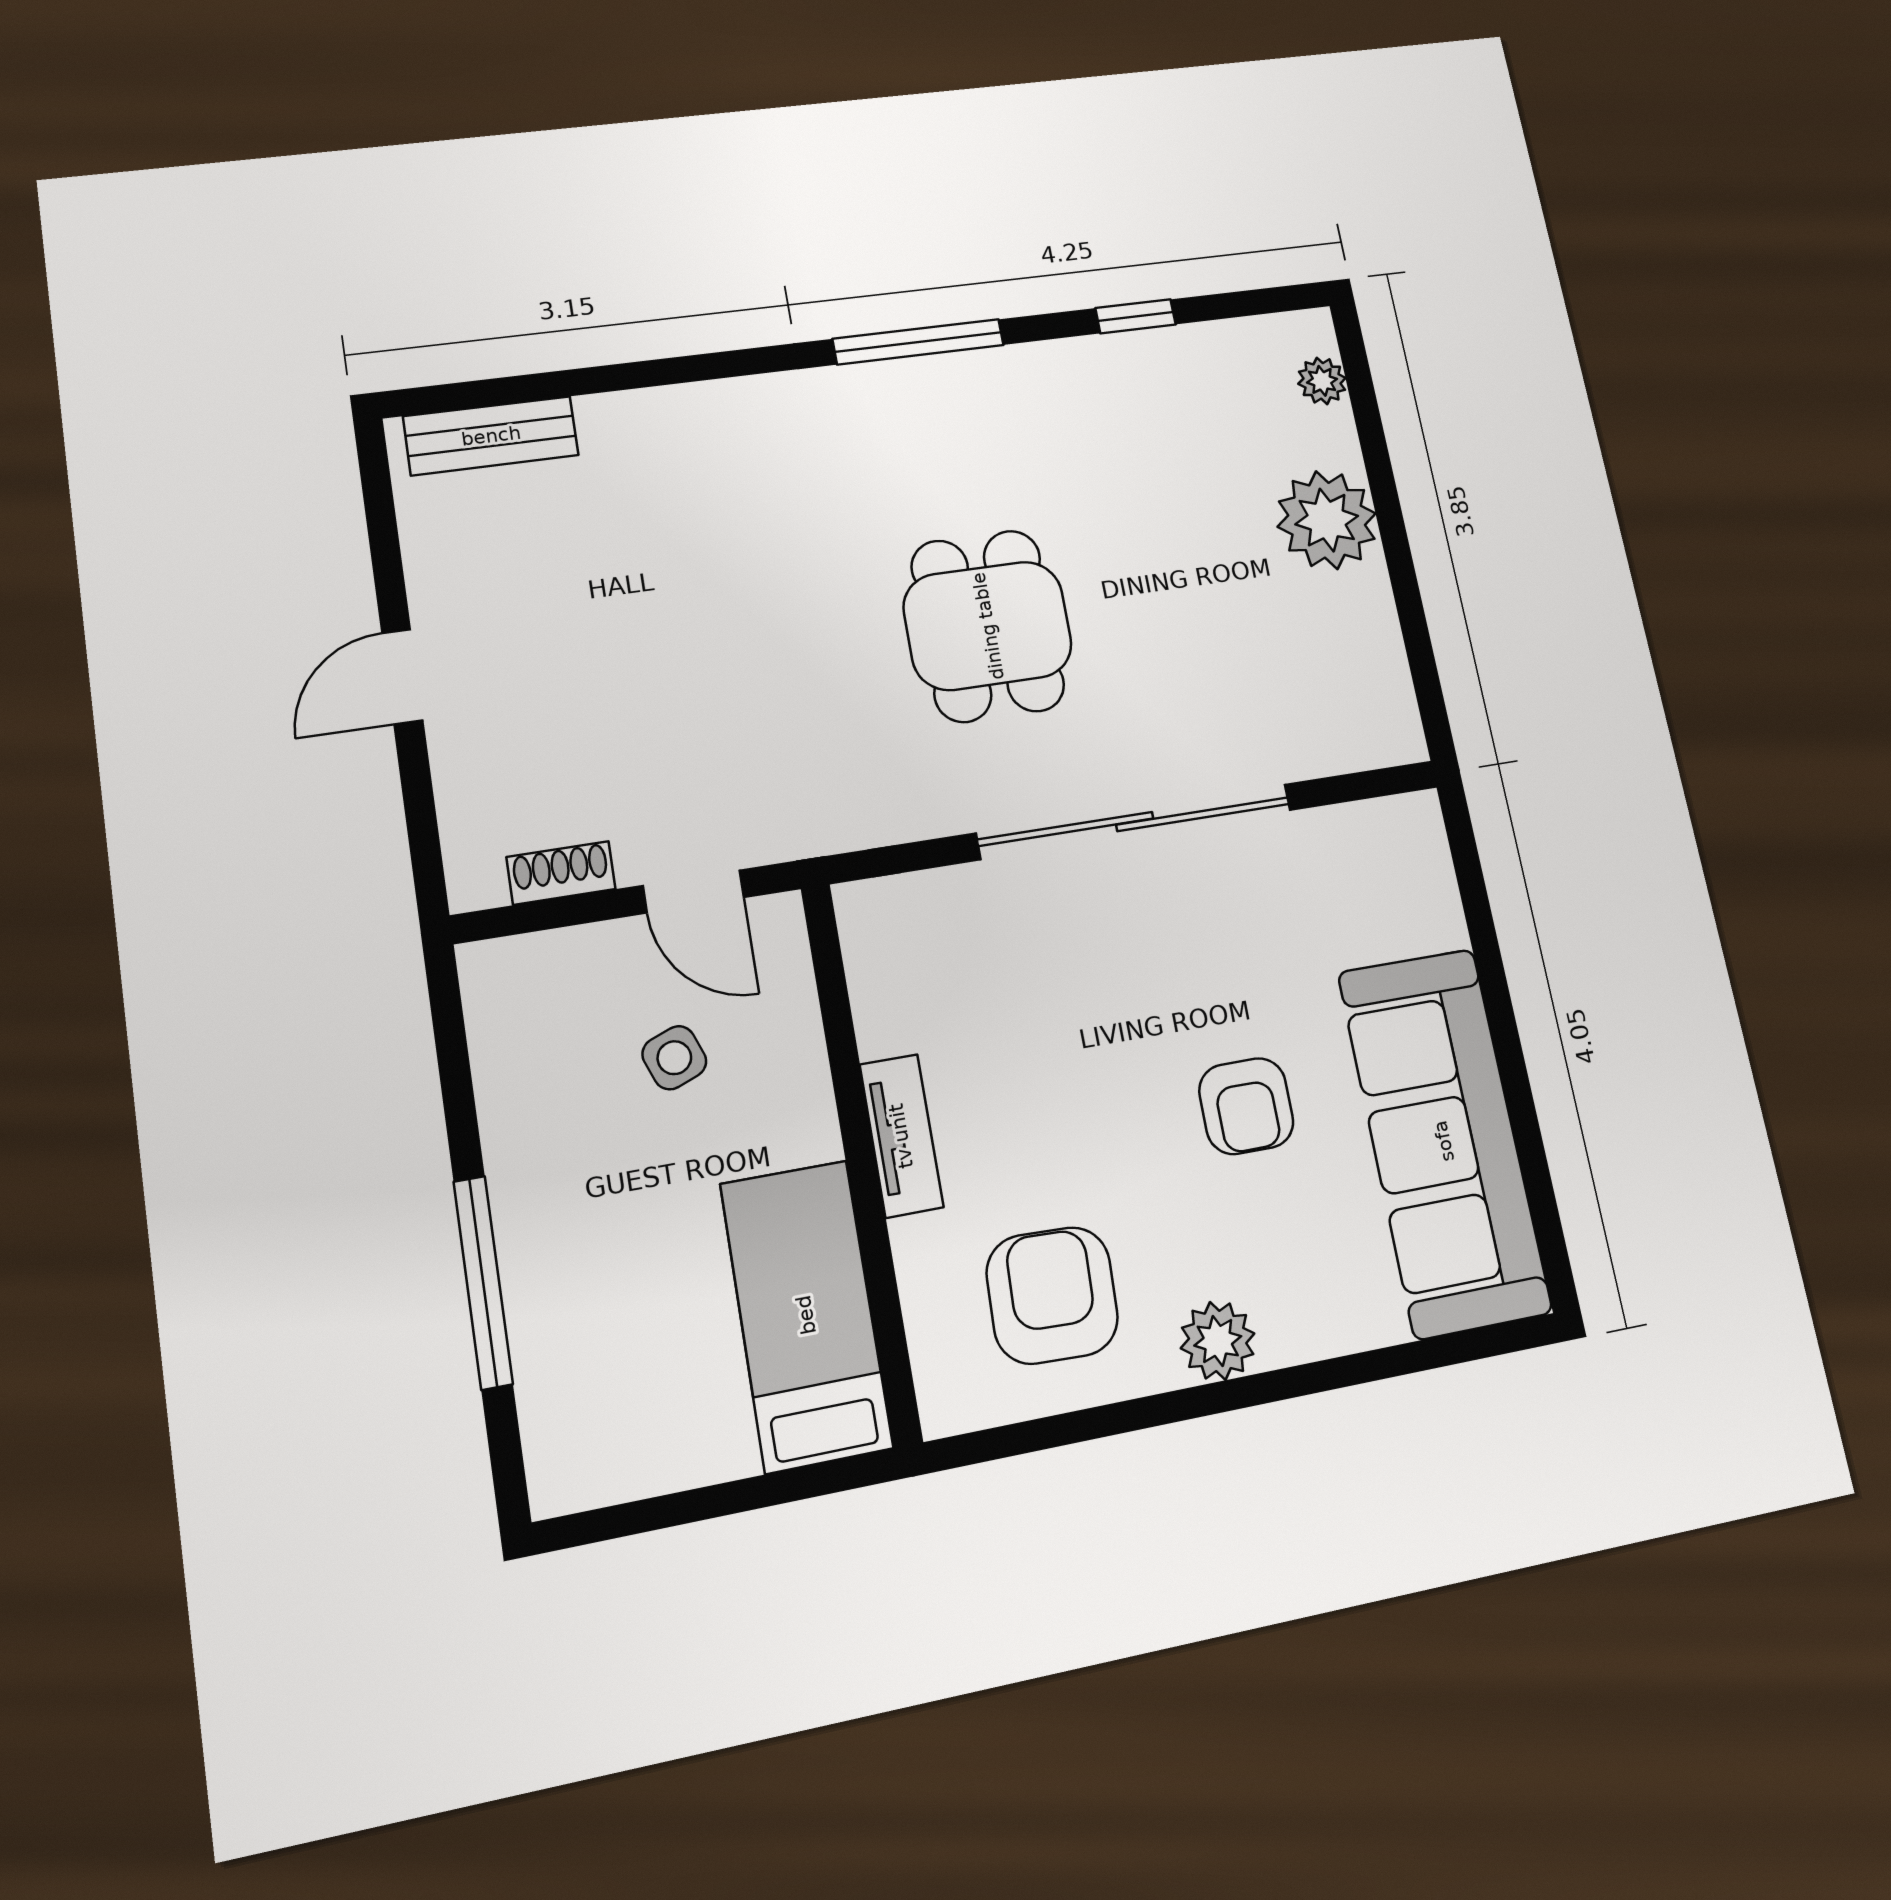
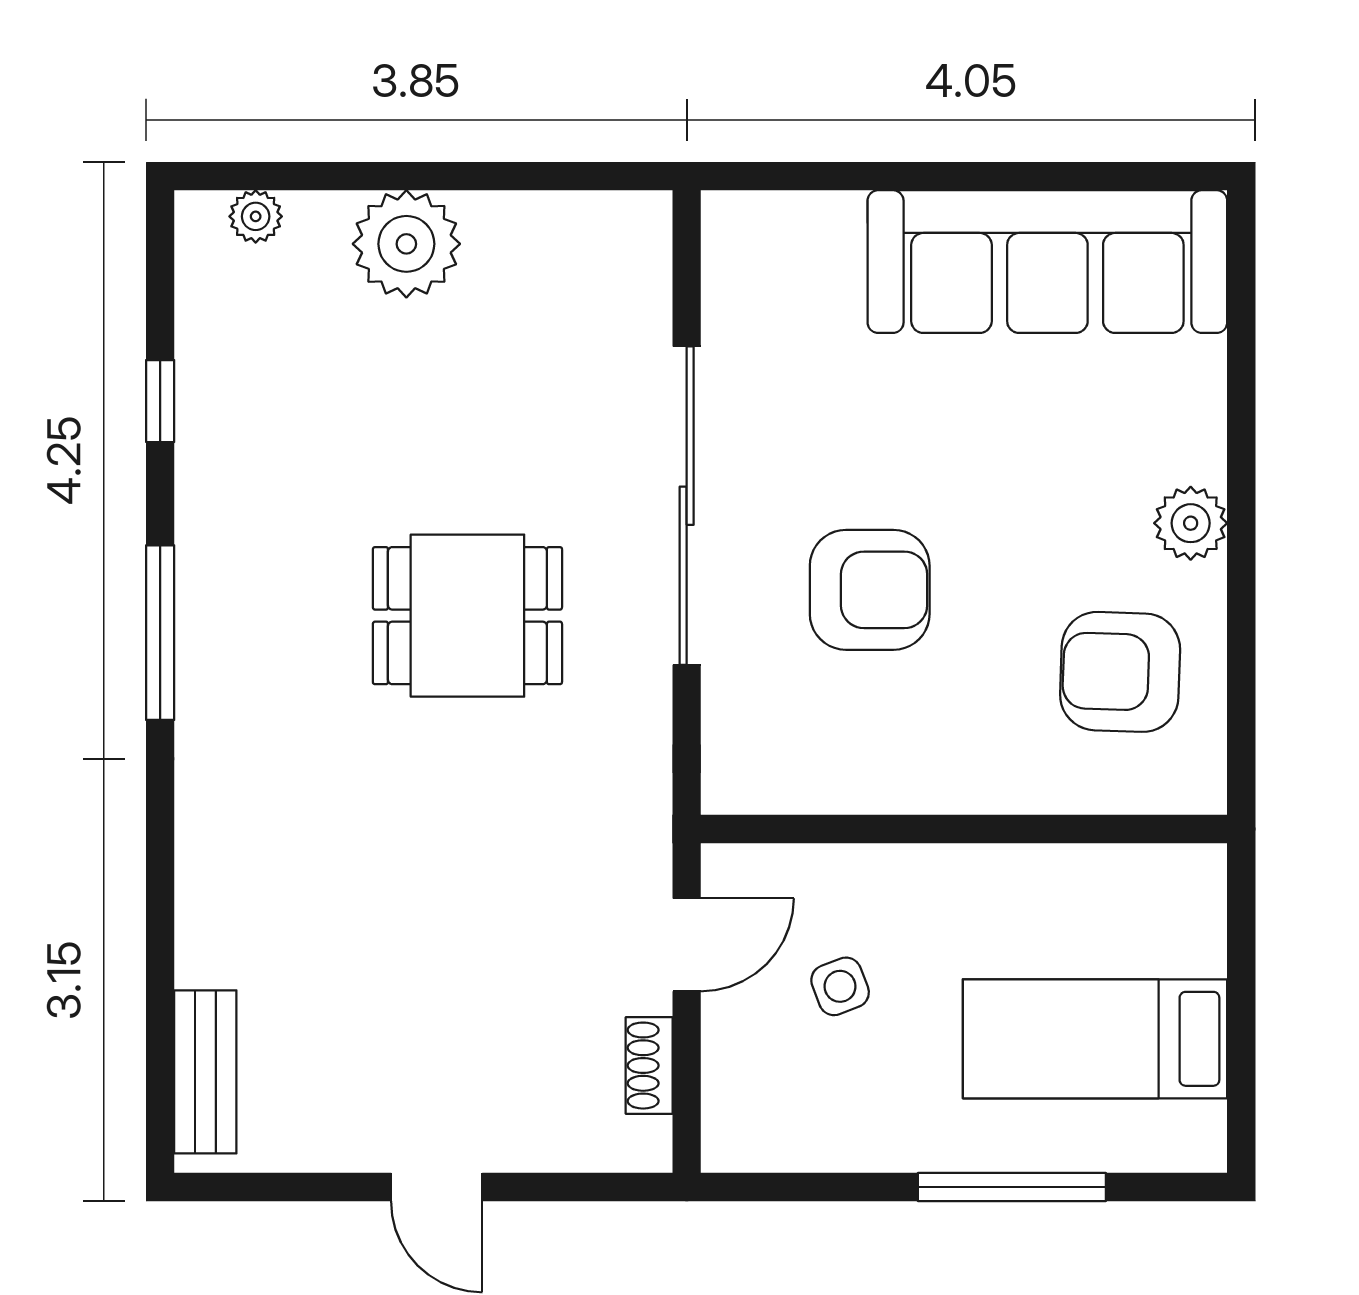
armchair: (1246, 1106) -> (870, 590), moved, width x1.38, depth x1.38
tv unit: (901, 1136) -> (949, 787), removed
bed: (806, 1315) -> (1095, 1039), moved

